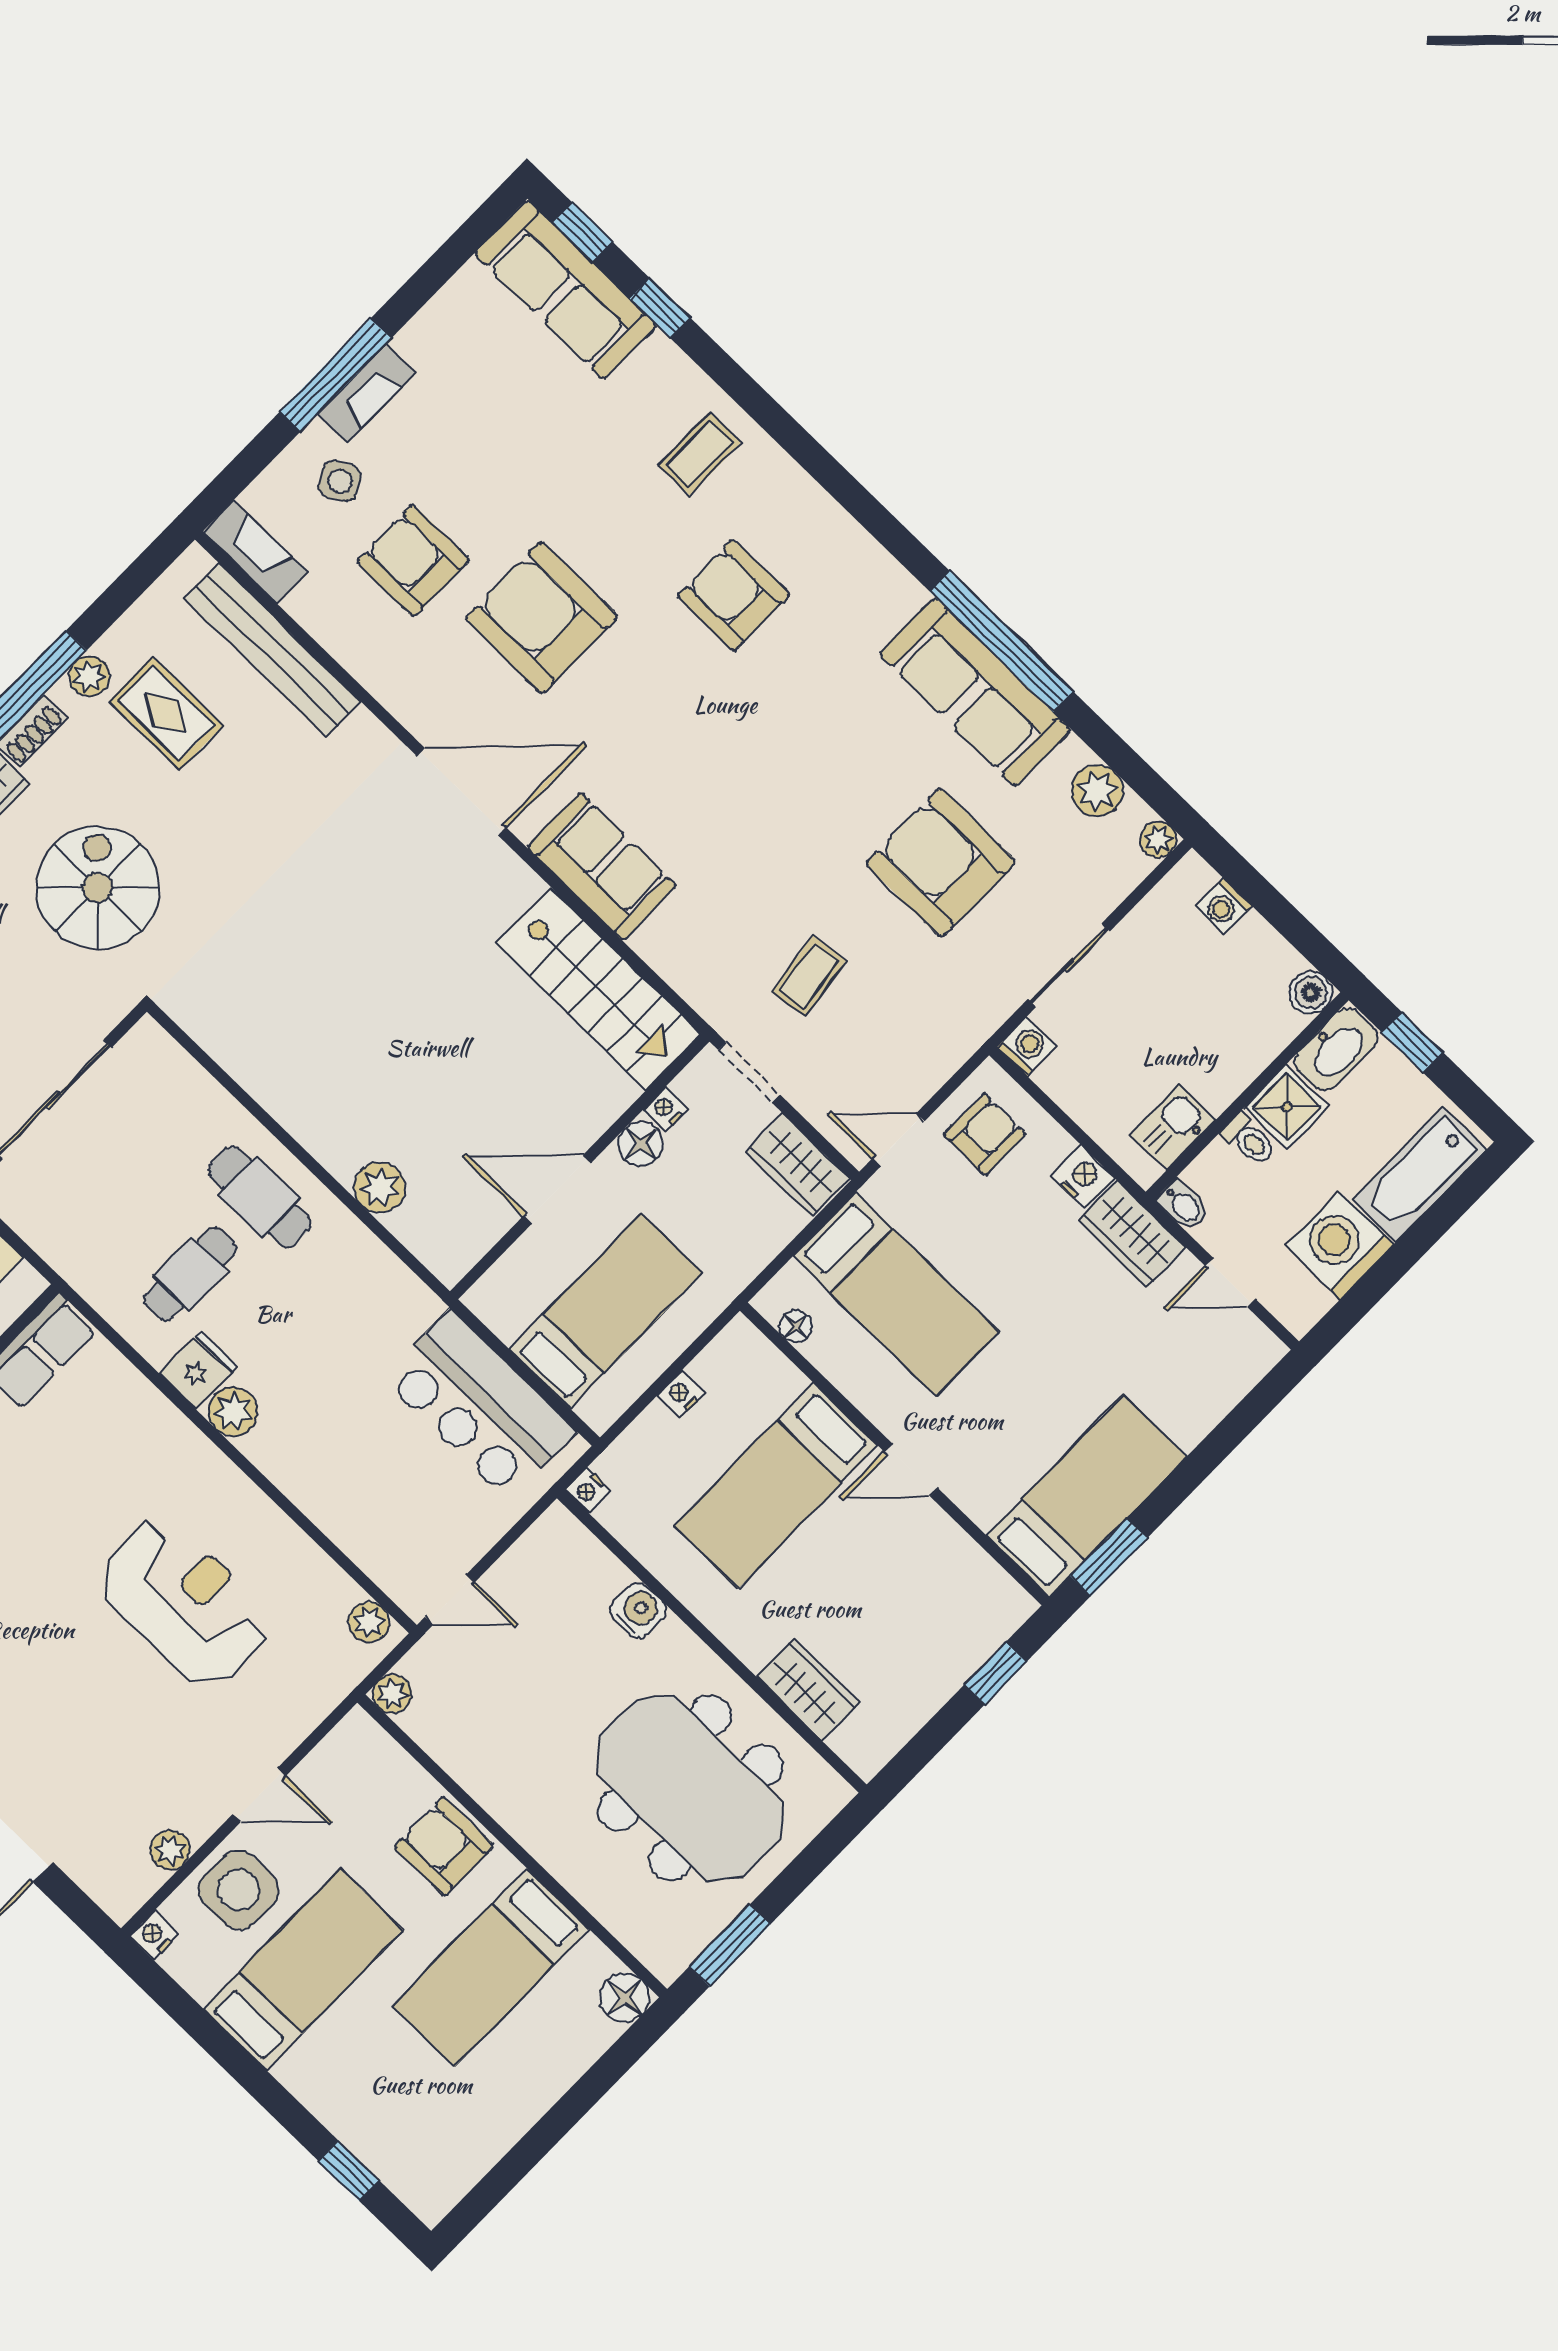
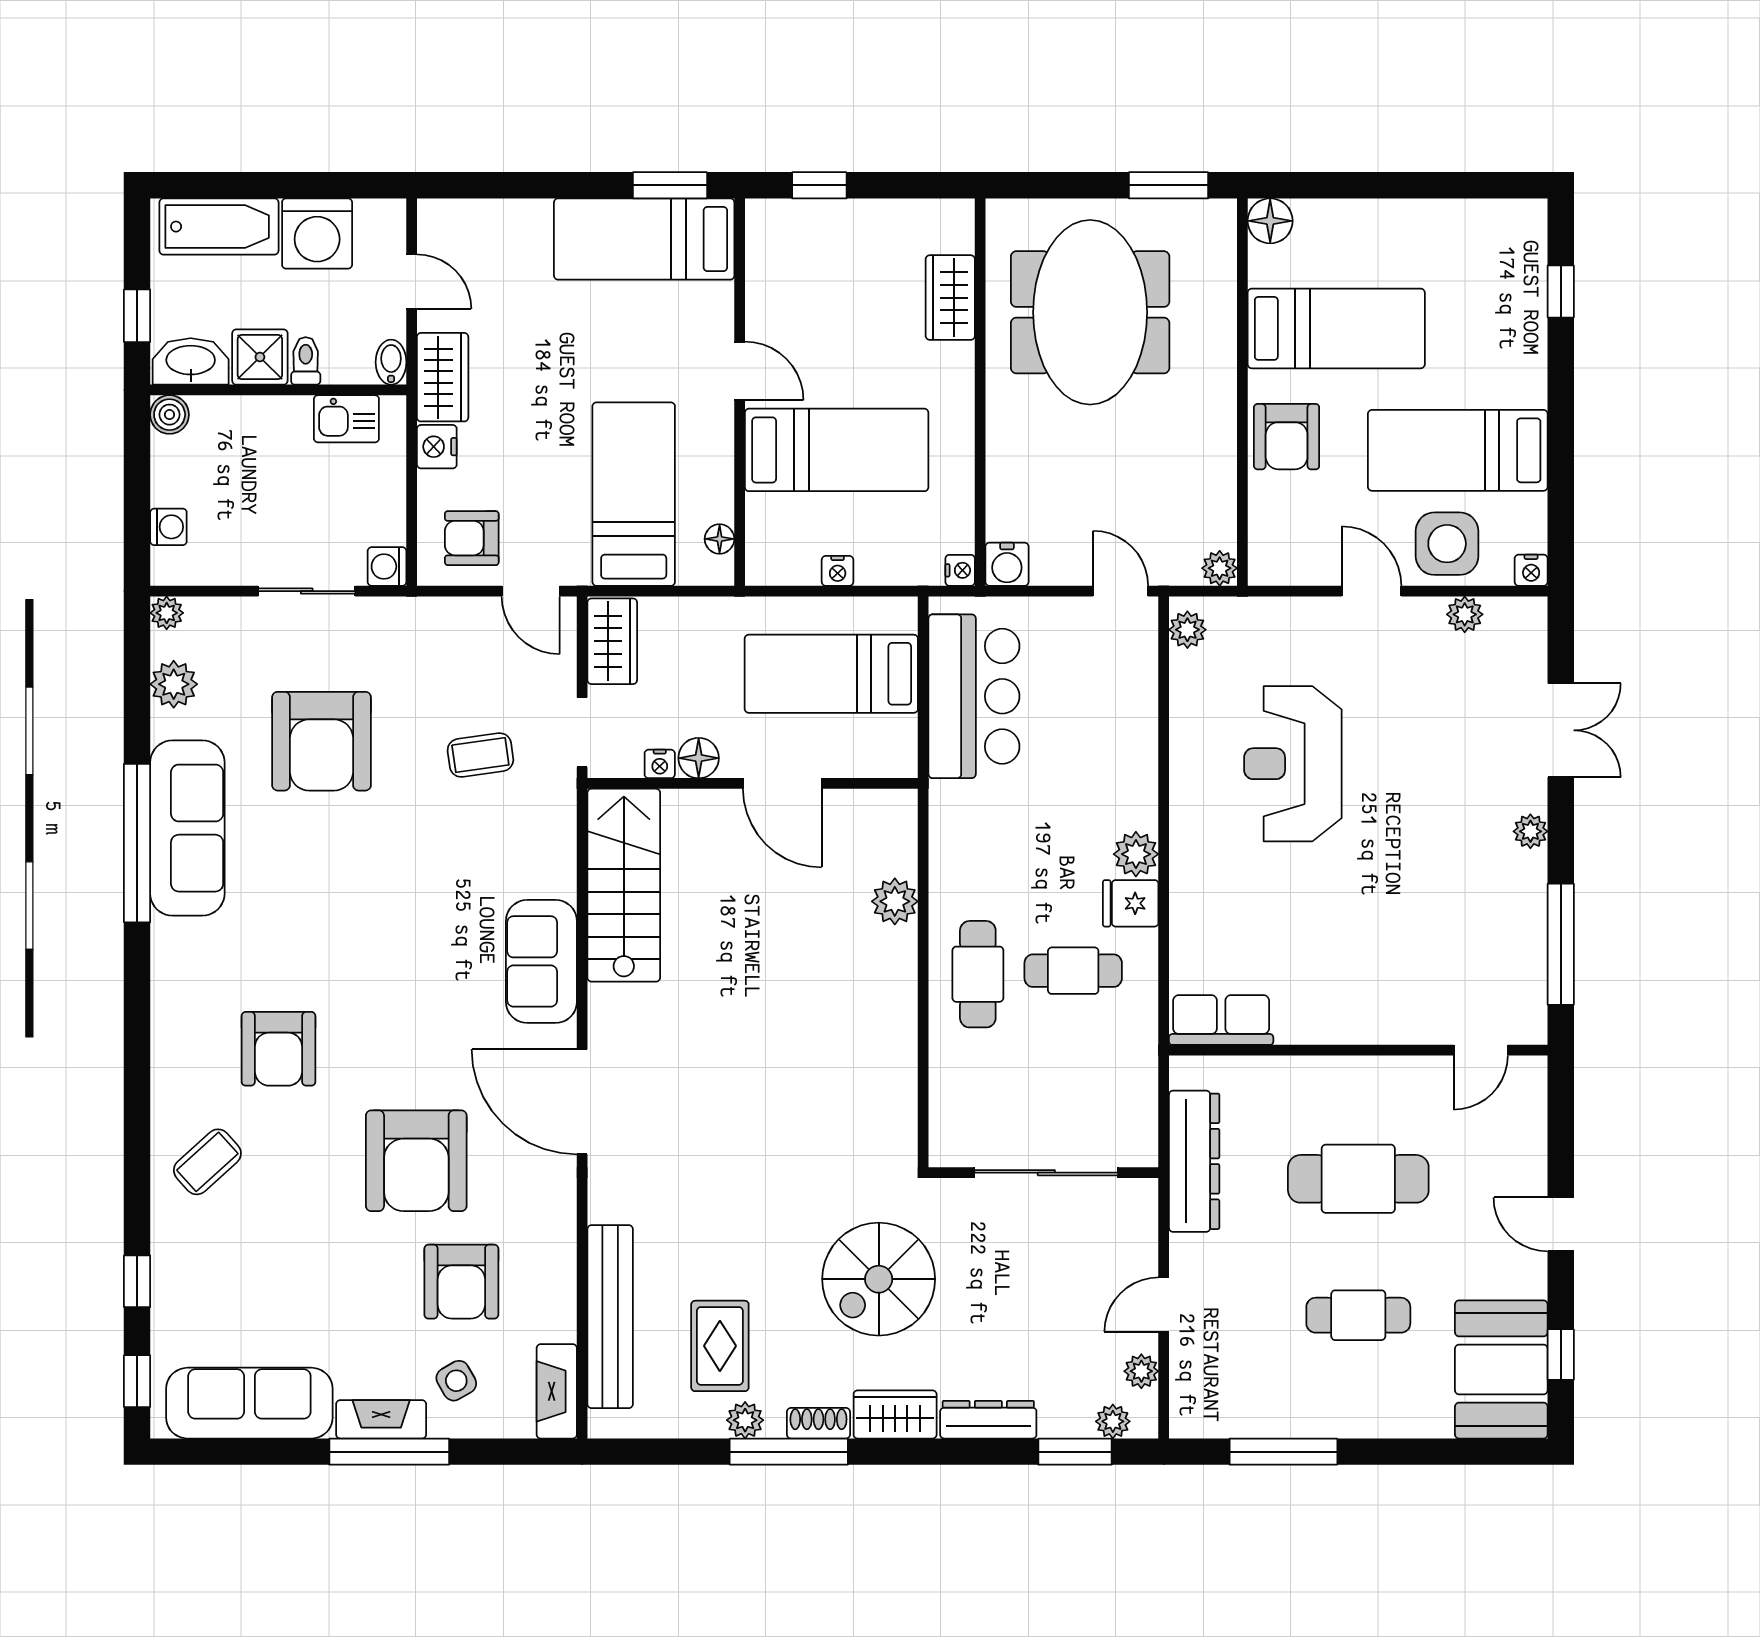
sofa: (565, 290) -> (249, 1403), moved, turned -90
coffee table: (700, 454) -> (207, 1162), turned -42
water cooler: (638, 1611) -> (1007, 564), moved, turned -90

